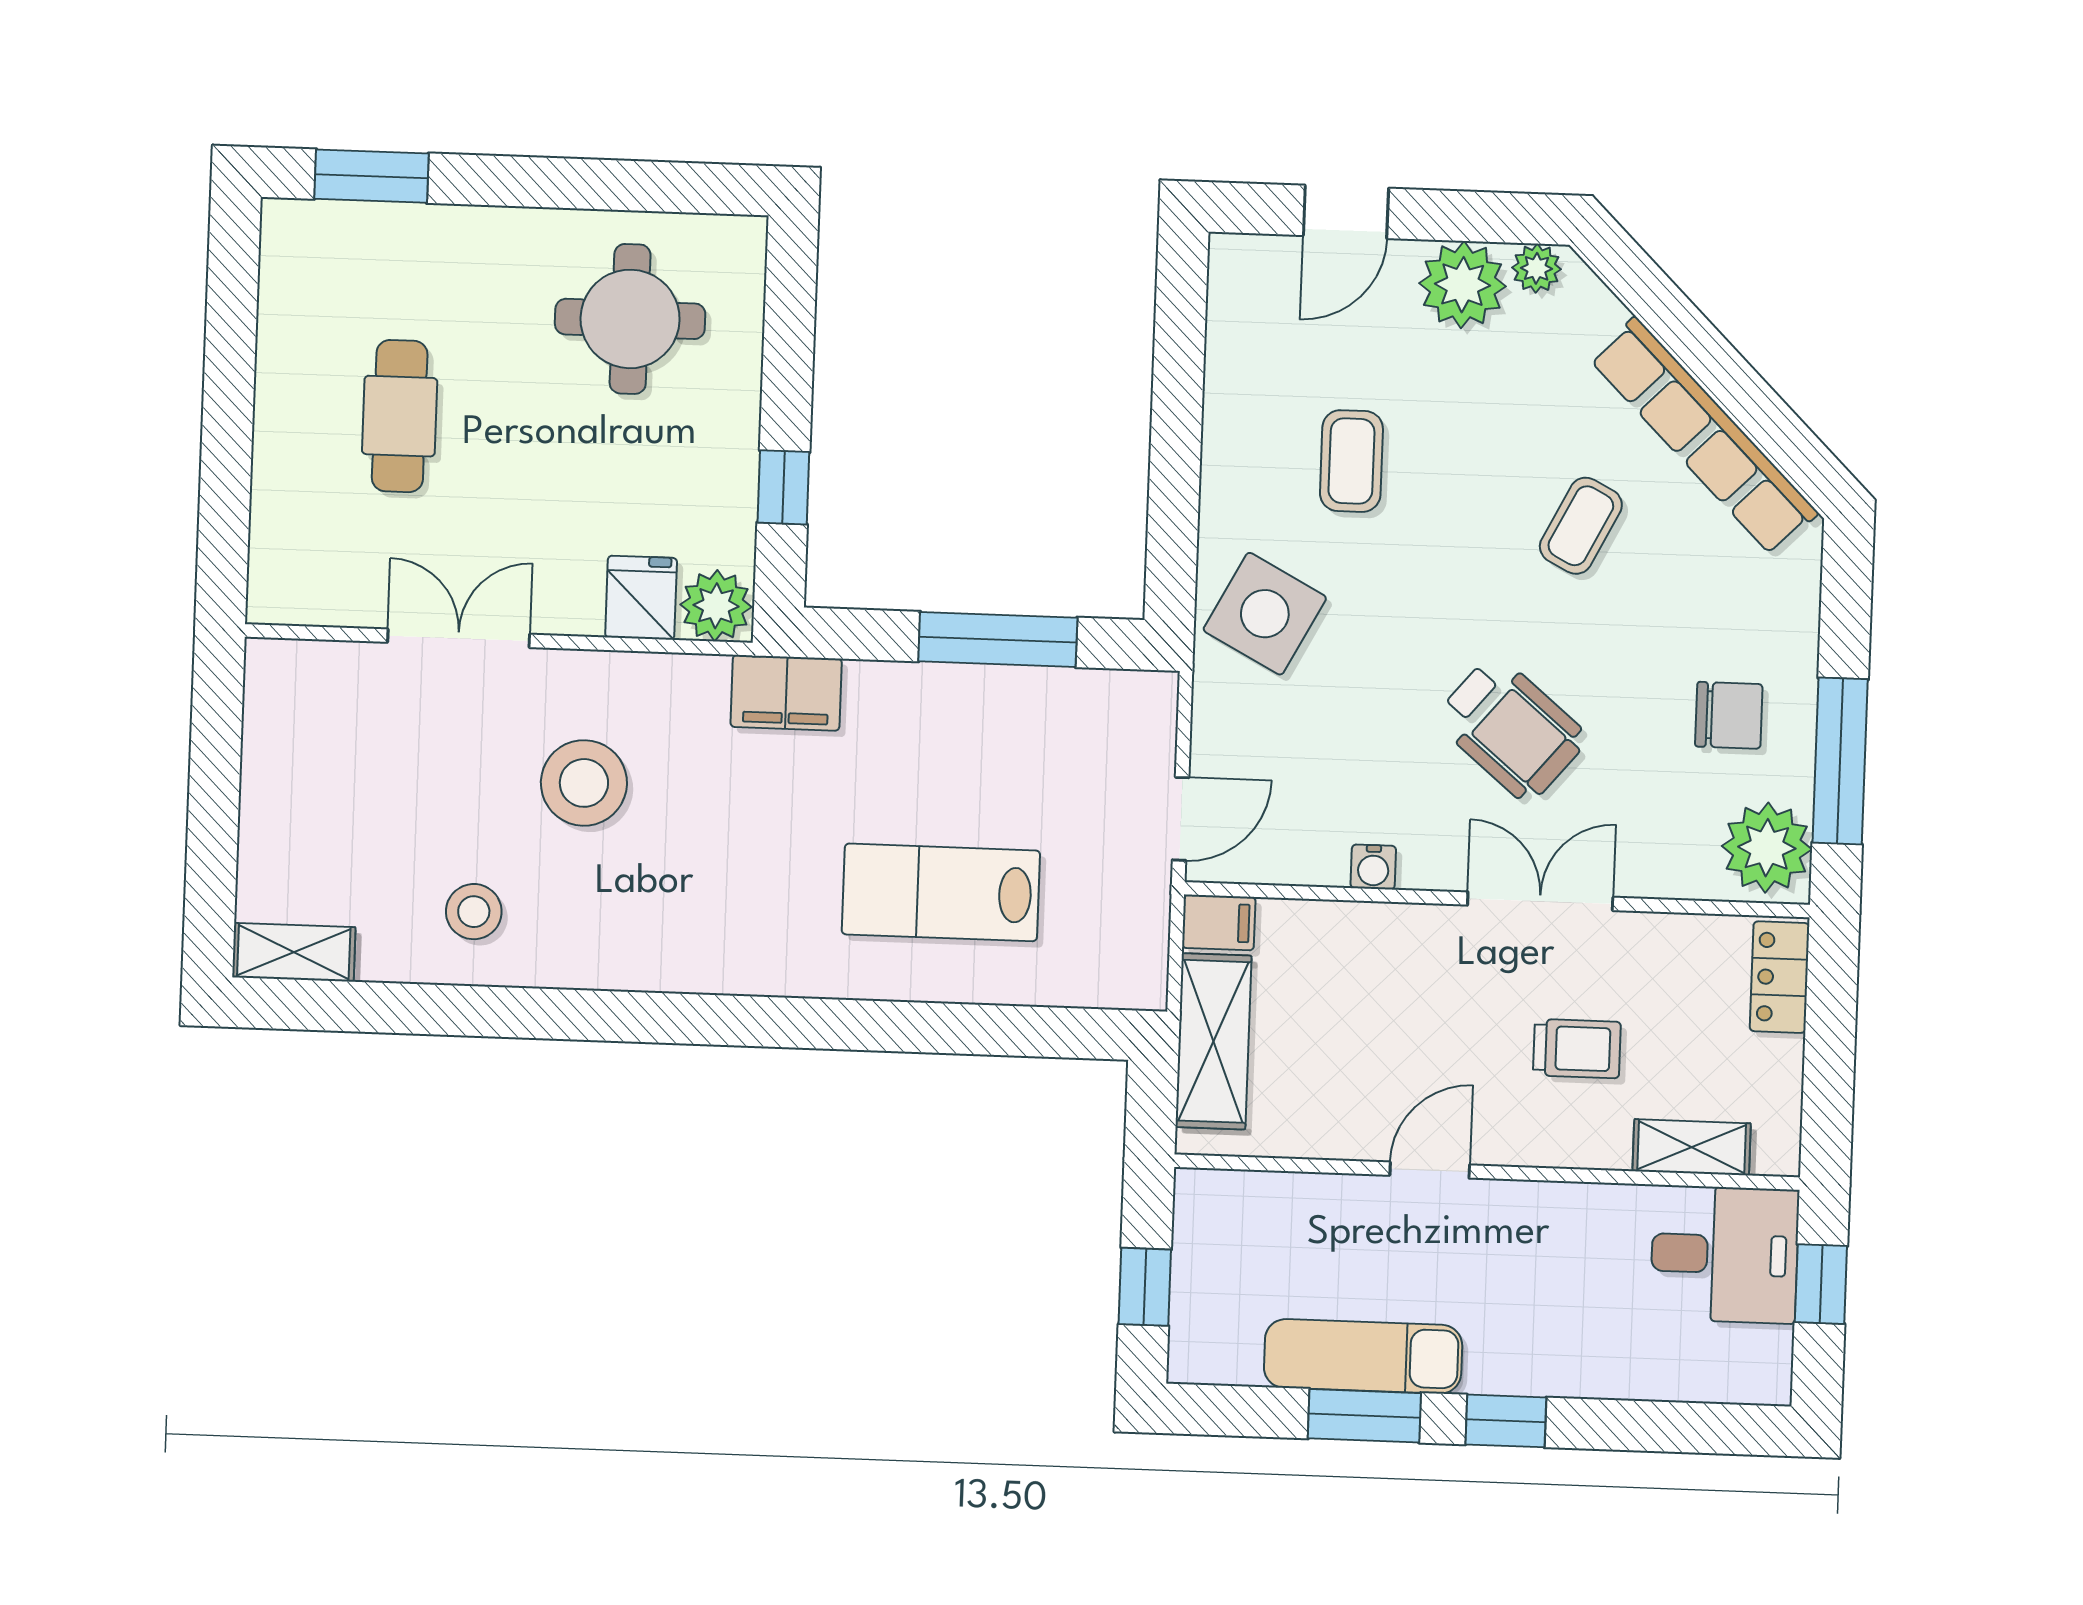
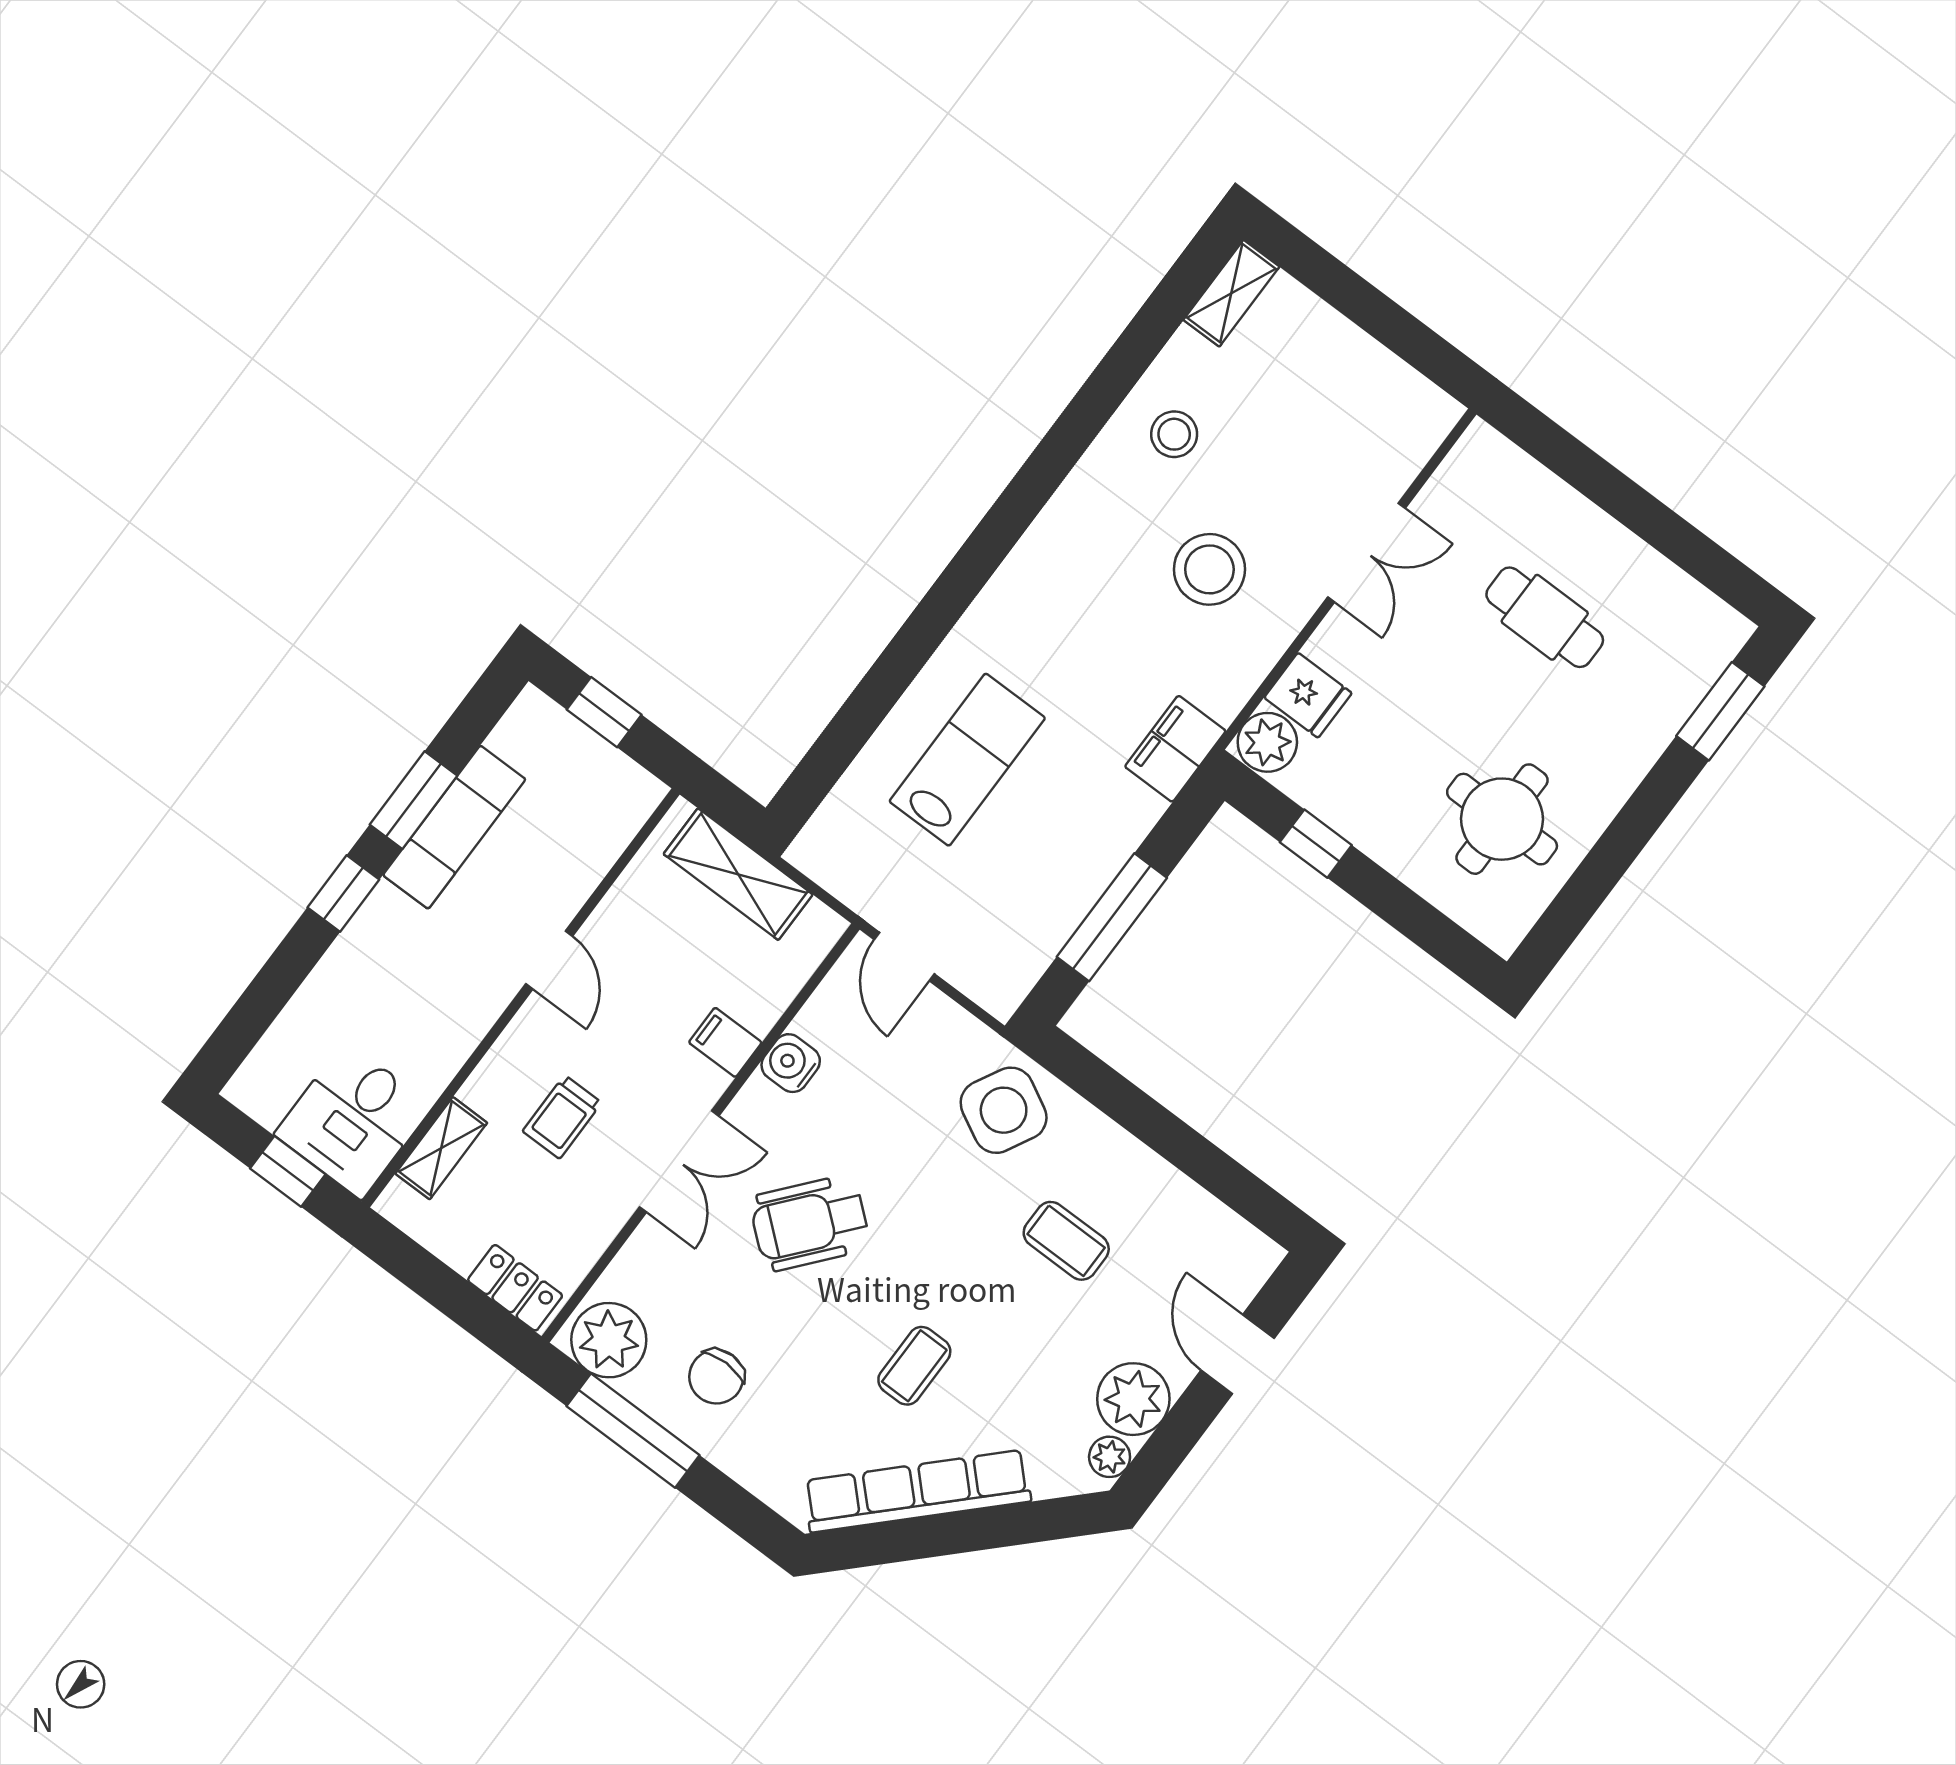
coffee table: (1581, 526) -> (914, 1366), turned 63
water cooler: (1373, 867) -> (791, 1063), width x1.38, depth x1.38
filing cabinet: (1219, 922) -> (725, 1042), moved, turned 90

